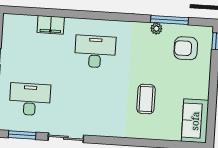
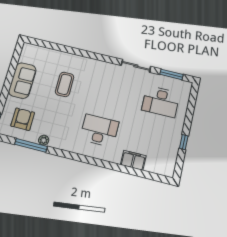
armchair: (186, 48) -> (23, 119), turned -90
desk: (95, 52) -> (99, 131), turned 180
sofa: (195, 121) -> (22, 80), moved

